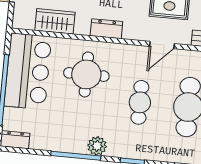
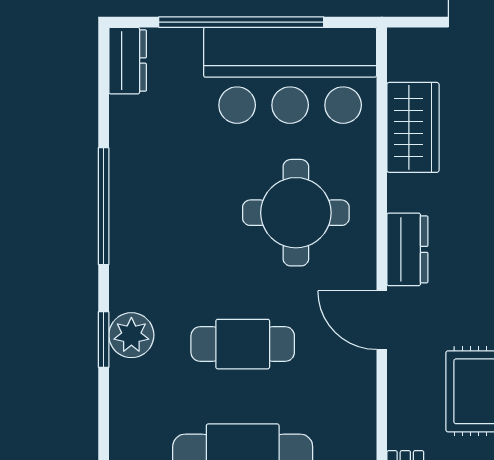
door: (162, 45) -> (382, 320), moved
plant: (97, 146) -> (131, 335), moved

